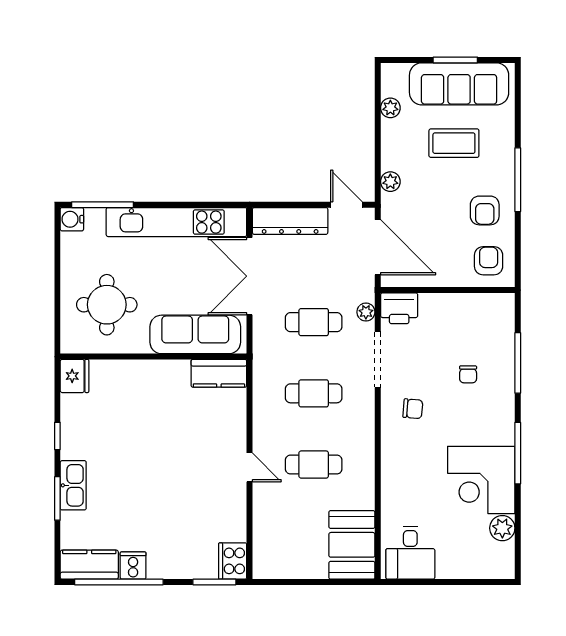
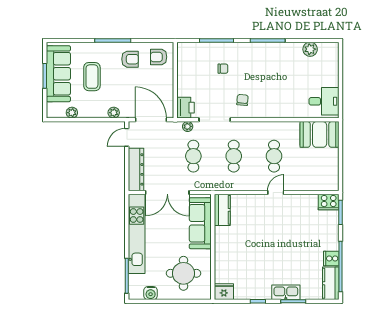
water cooler: (72, 219) -> (151, 293), moved
door: (378, 247) -> (151, 120), hinge flipped
corner desk: (481, 480) -> (283, 61), removed

